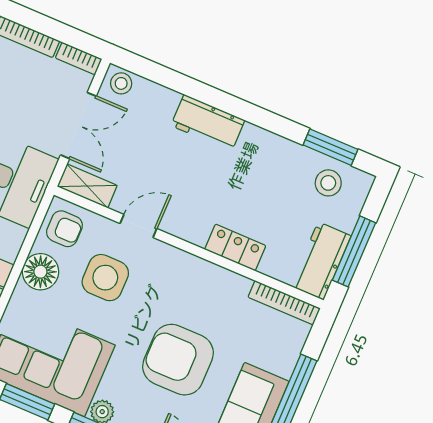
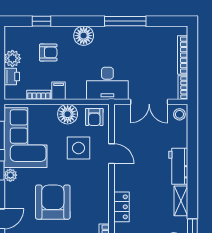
shelving: (87, 186) -> (181, 201), moved

